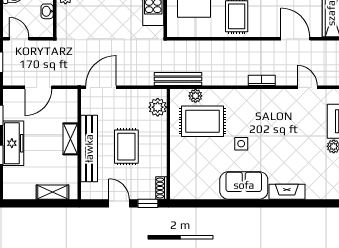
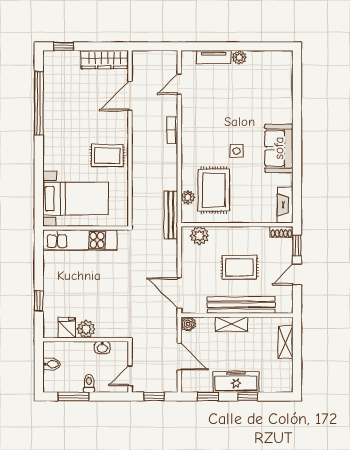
boiler: (71, 96) -> (188, 324), added
fireplace: (287, 192) -> (285, 205), moved

